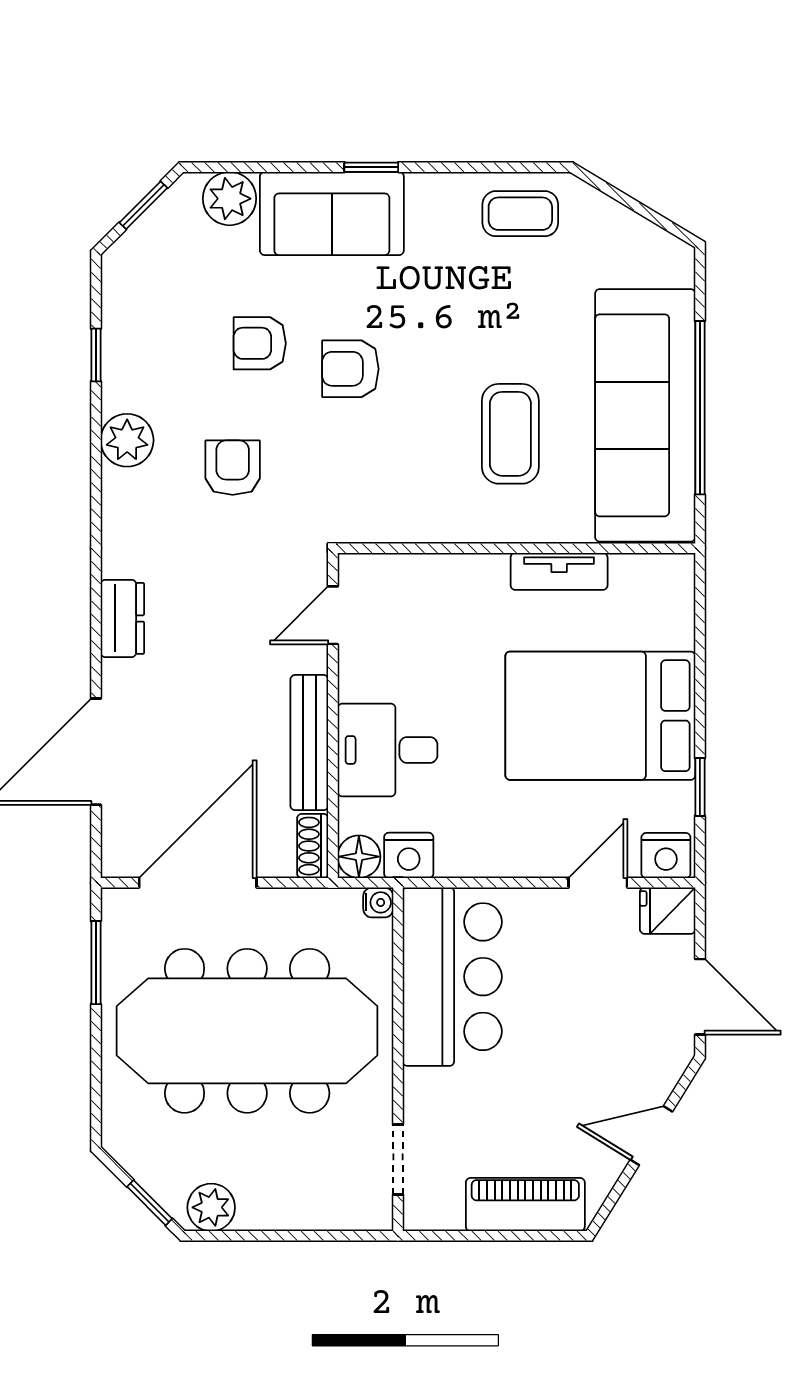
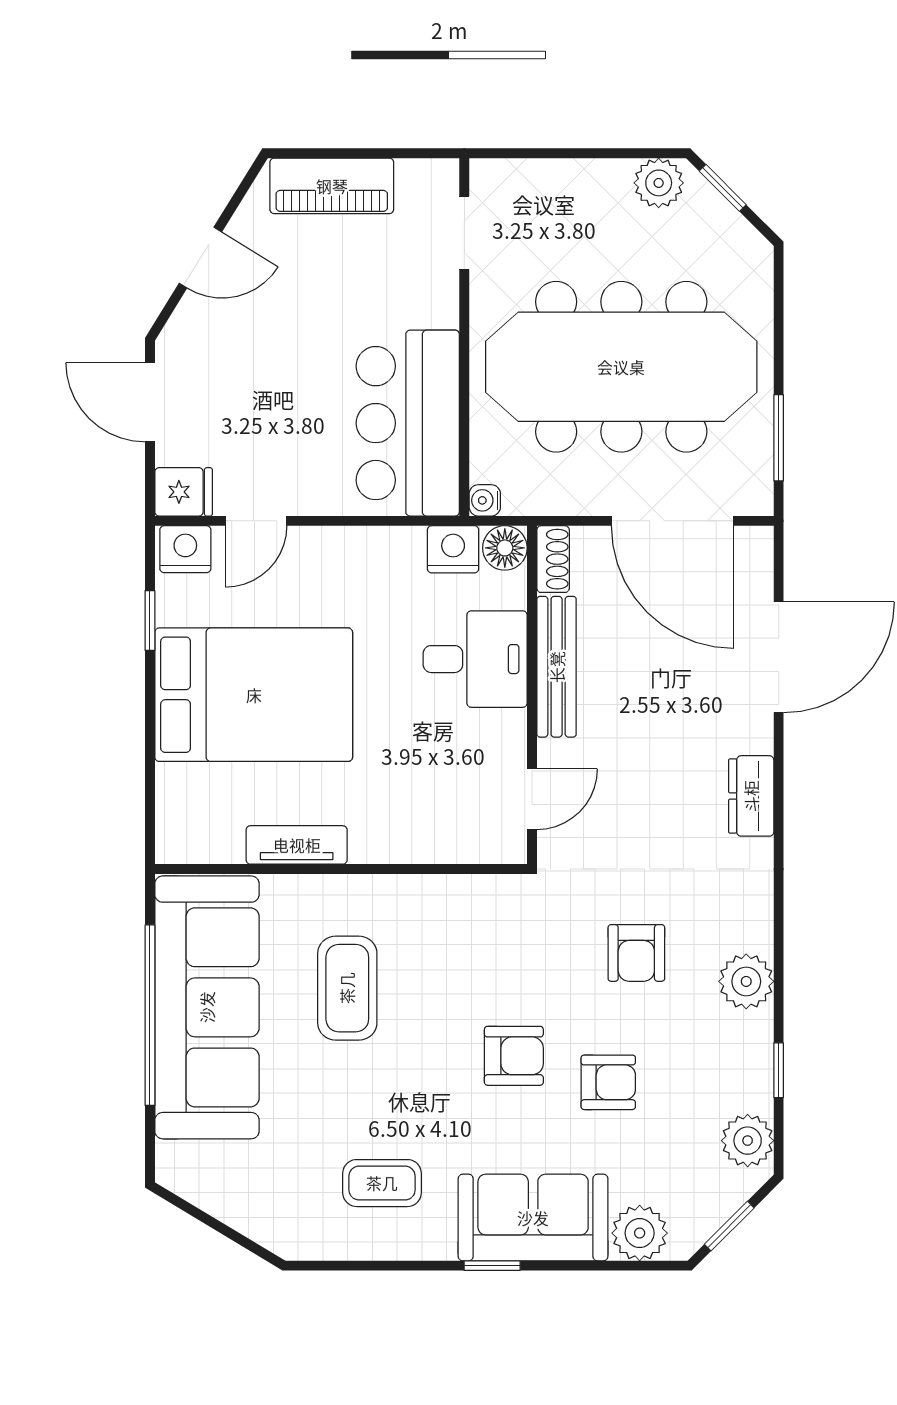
coffee table: (520, 214) -> (382, 1183), moved
plant: (126, 287) -> (748, 1141), added
door: (198, 883) -> (673, 521), hinge flipped

